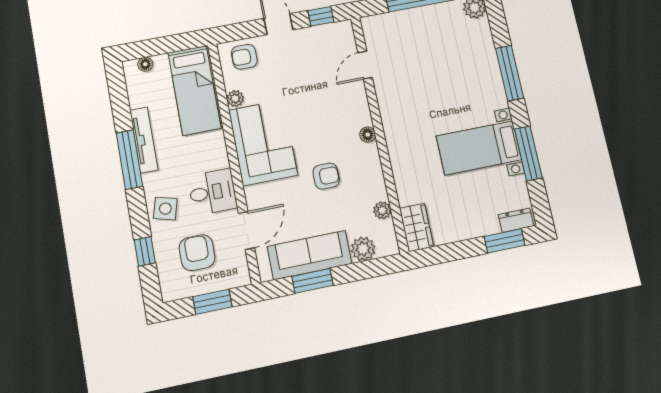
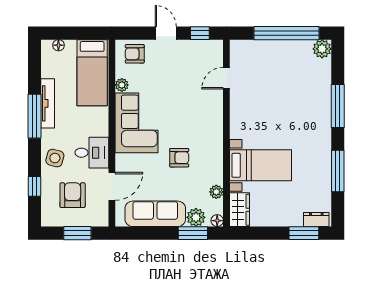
floor lamp: (368, 135) -> (217, 221), moved
bed with nightstands: (479, 148) -> (261, 165), moved, turned 180
window: (313, 281) -> (193, 233), moved

